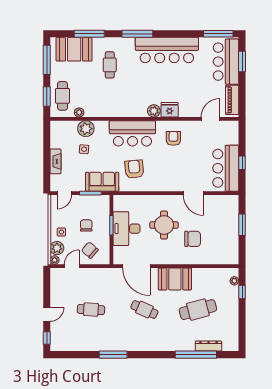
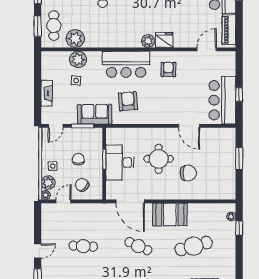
plant: (79, 112) -> (75, 39), width x1.87, depth x1.87

